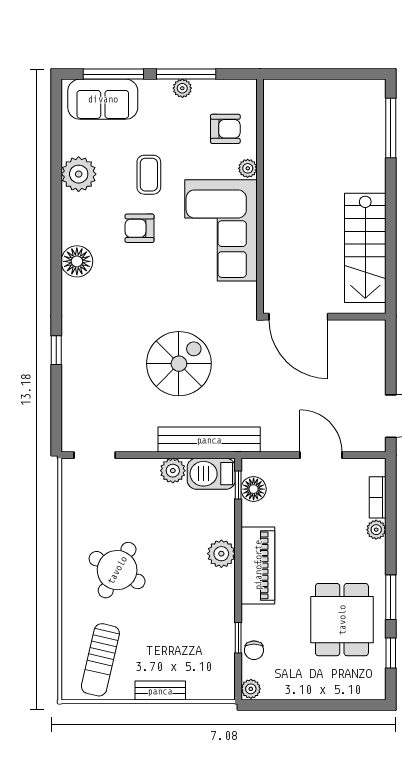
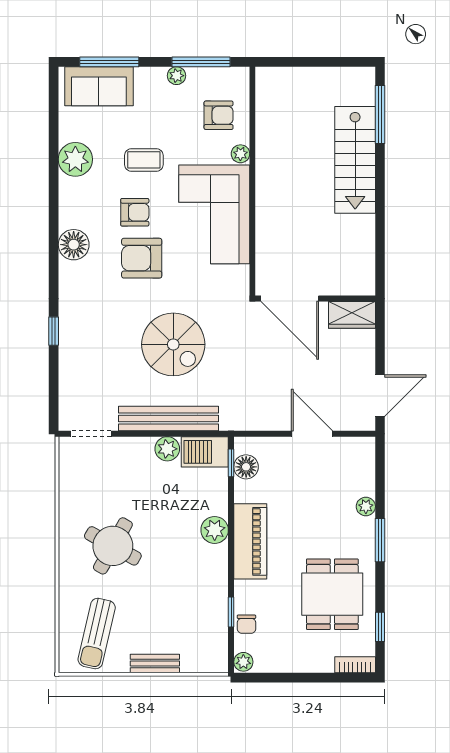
window: (186, 74) -> (201, 62), moved
coffee table: (149, 175) -> (144, 160), turned 90
armchair: (140, 228) -> (135, 212), turned 180
stairs: (365, 248) -> (355, 160), moved
armchair: (147, 275) -> (142, 258), added
wardrobe: (362, 333) -> (352, 315), added
spiral stairs: (179, 364) -> (173, 344), turned 90
bench: (209, 440) -> (169, 419), moved
bookcase: (378, 497) -> (355, 665), moved, turned 90
window: (391, 597) -> (380, 540), moved

